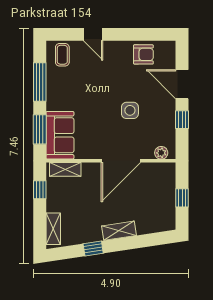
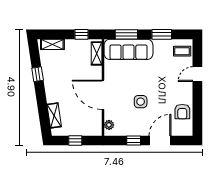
window: (40, 82) -> (162, 34), width x0.69
sofa: (60, 135) -> (128, 49), width x1.36
shelving: (119, 231) -> (54, 115), moved

